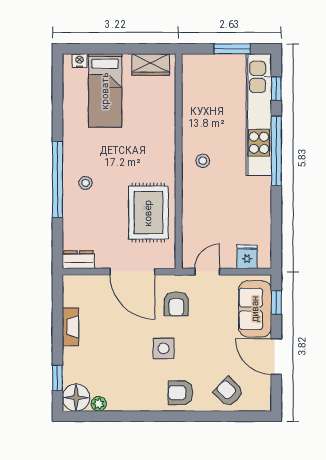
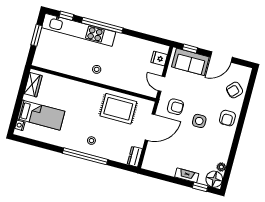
fireplace: (70, 327) -> (187, 175), moved

